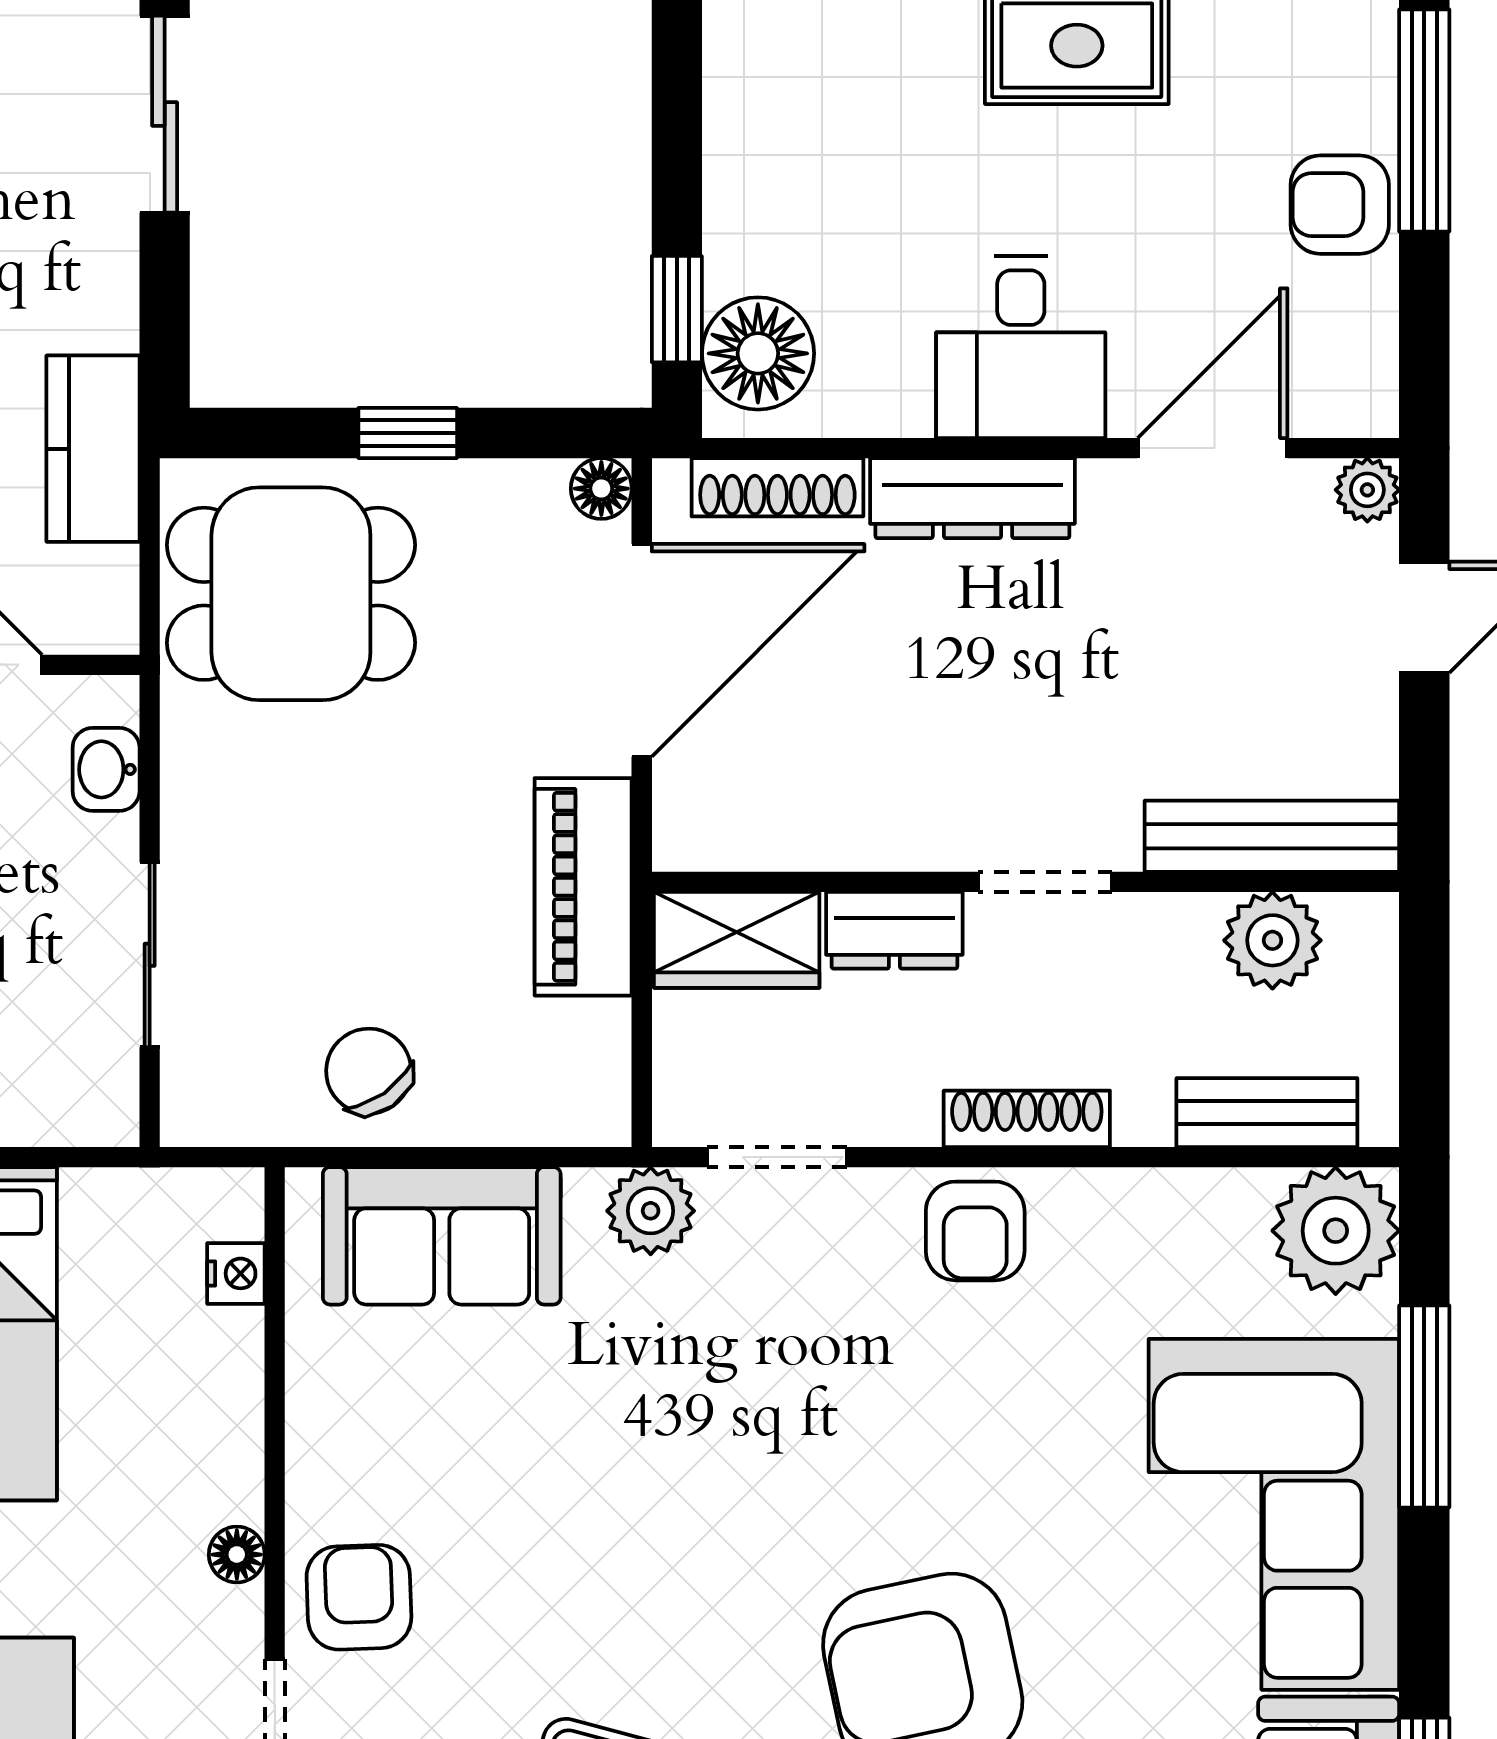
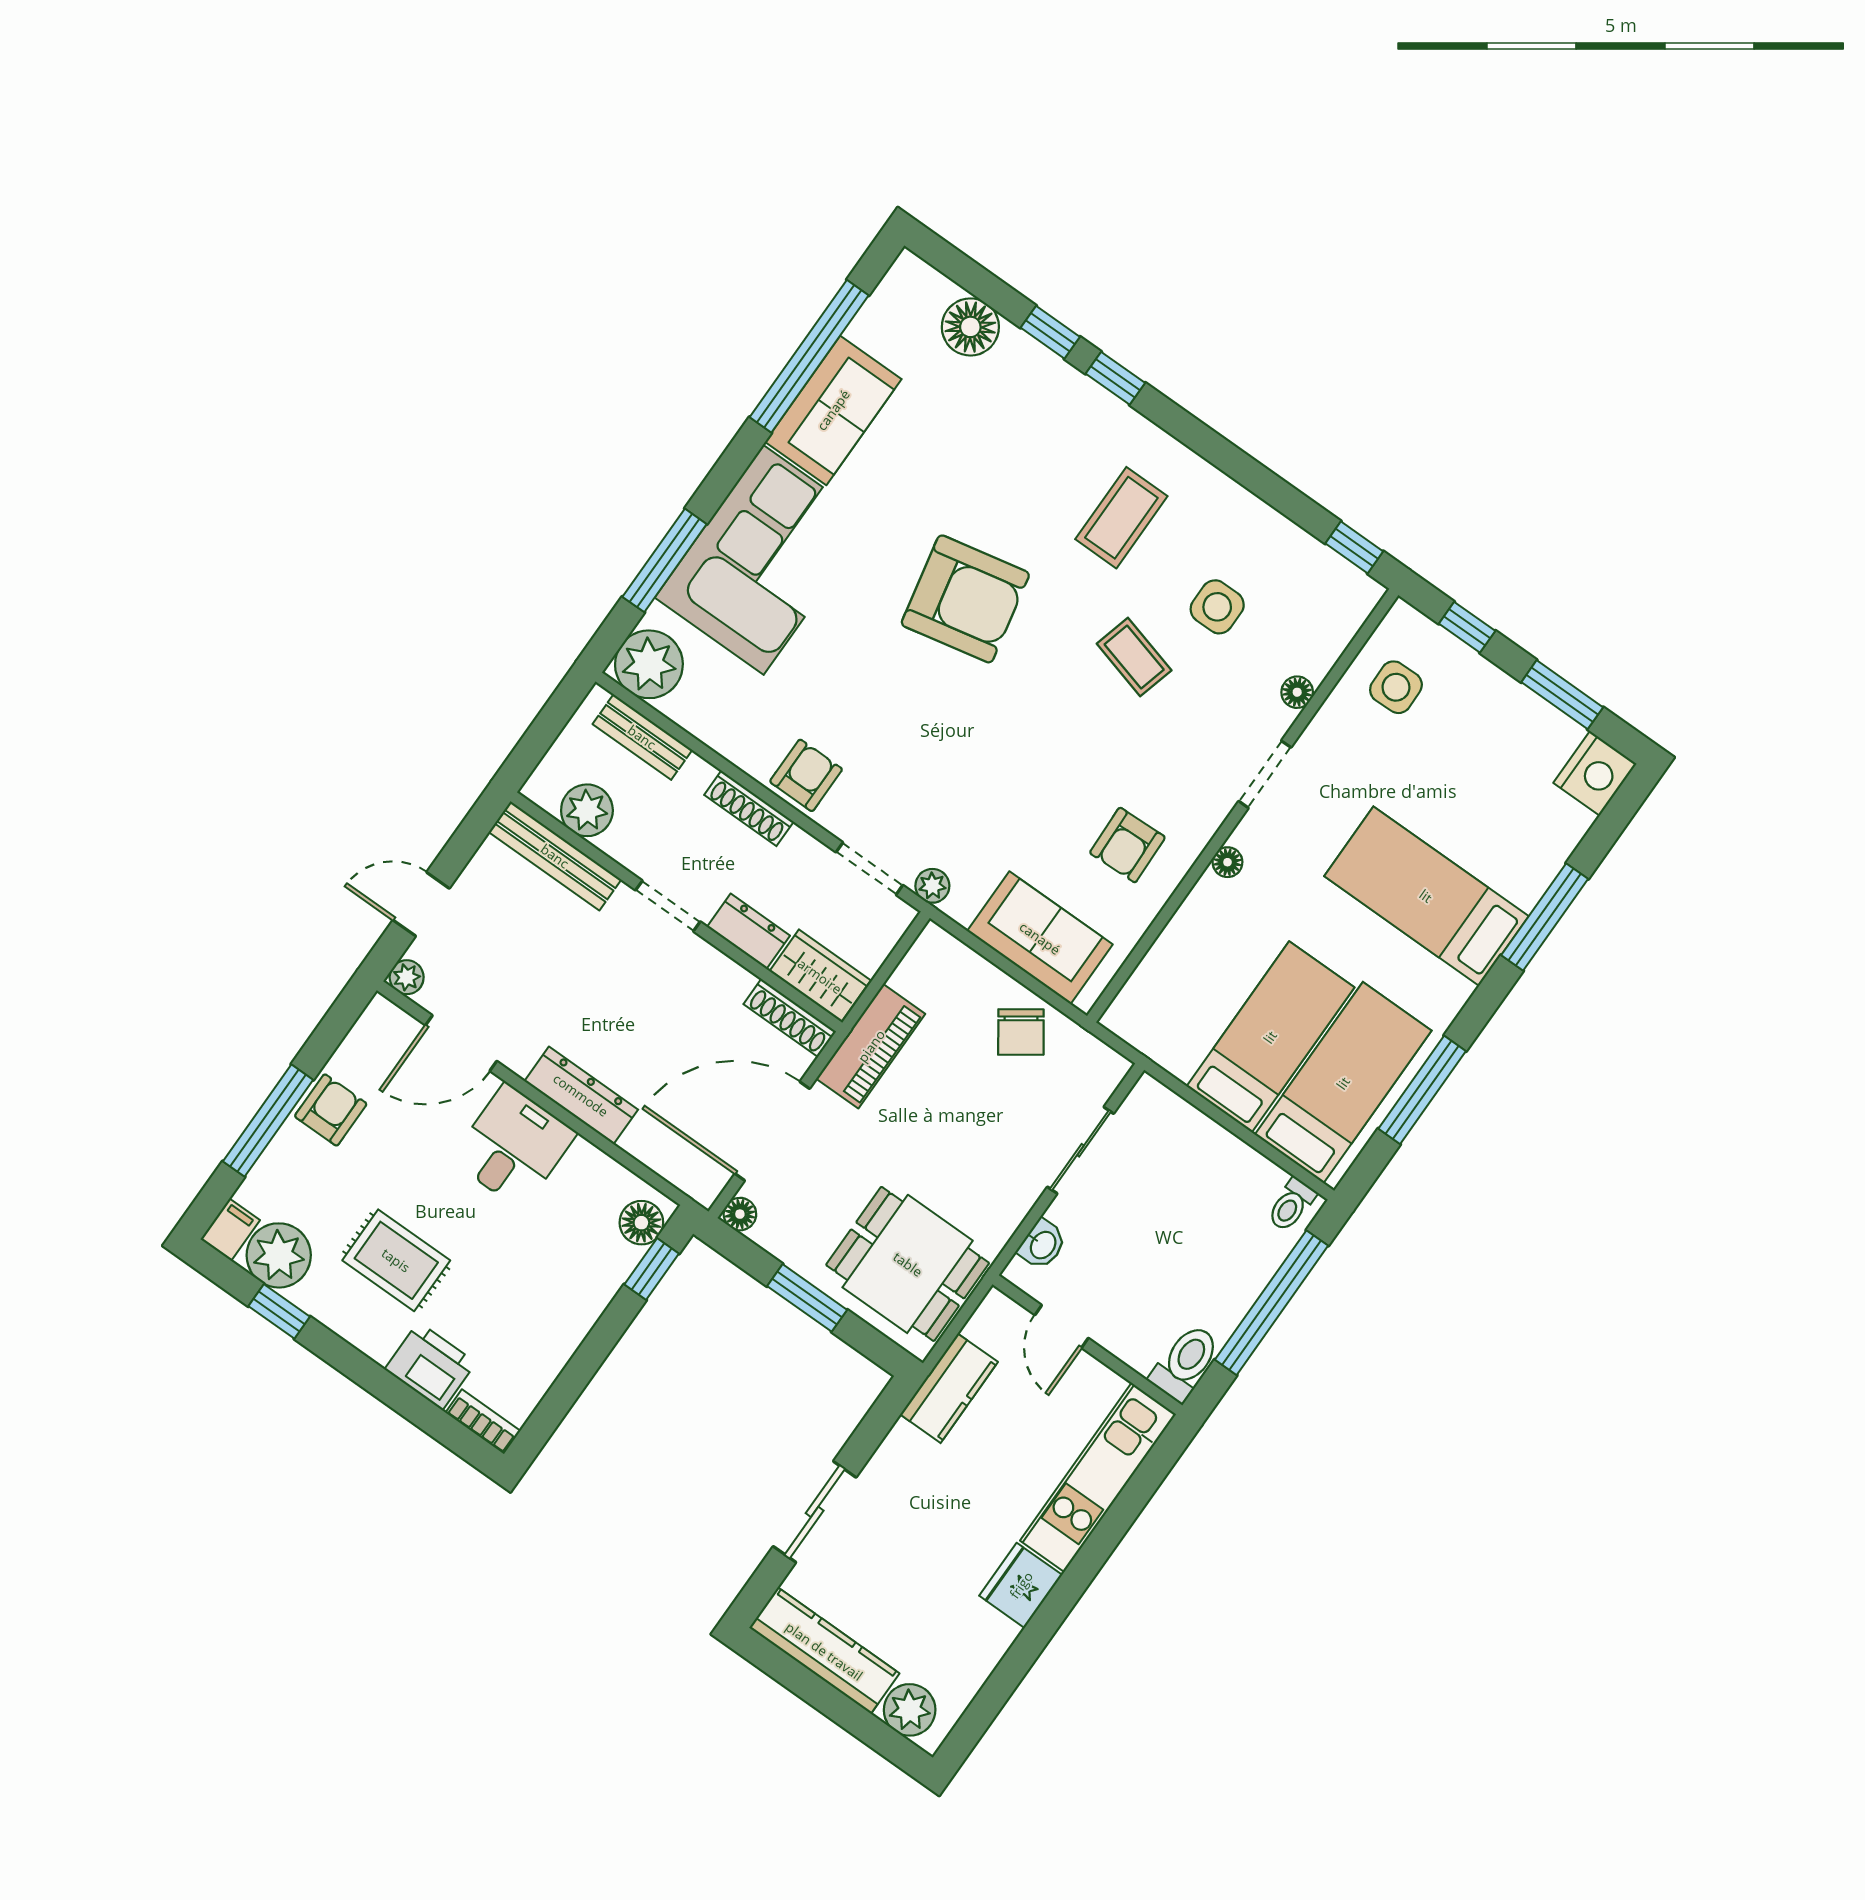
armchair: (1340, 205) -> (331, 1110), turned -90
floor lamp: (758, 353) -> (641, 1223), width x0.73, depth x0.73
window: (408, 433) -> (807, 1298), width x1.50
shoe rack: (777, 487) -> (790, 1018), moved, turned 180
plant: (651, 1211) -> (932, 886), width x0.73, depth x0.73
nightstand: (236, 1273) -> (1141, 985), removed
armchair: (359, 1597) -> (1127, 845), moved

